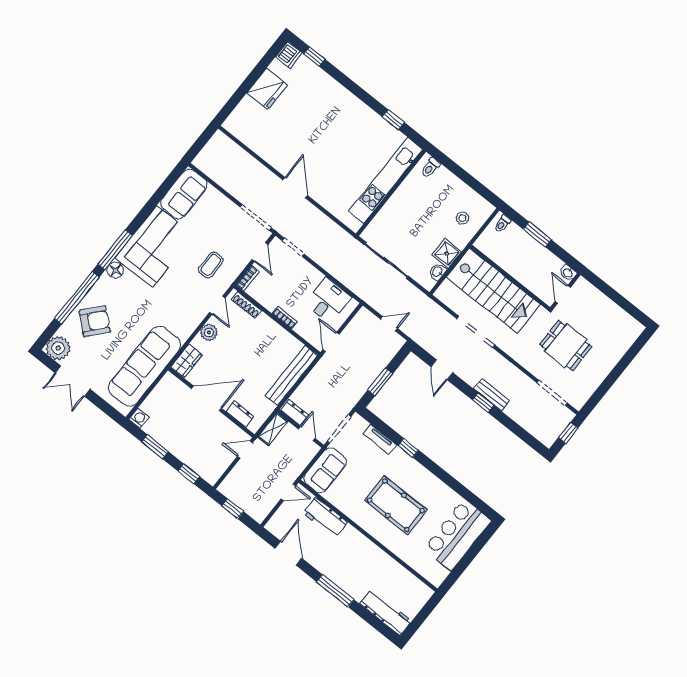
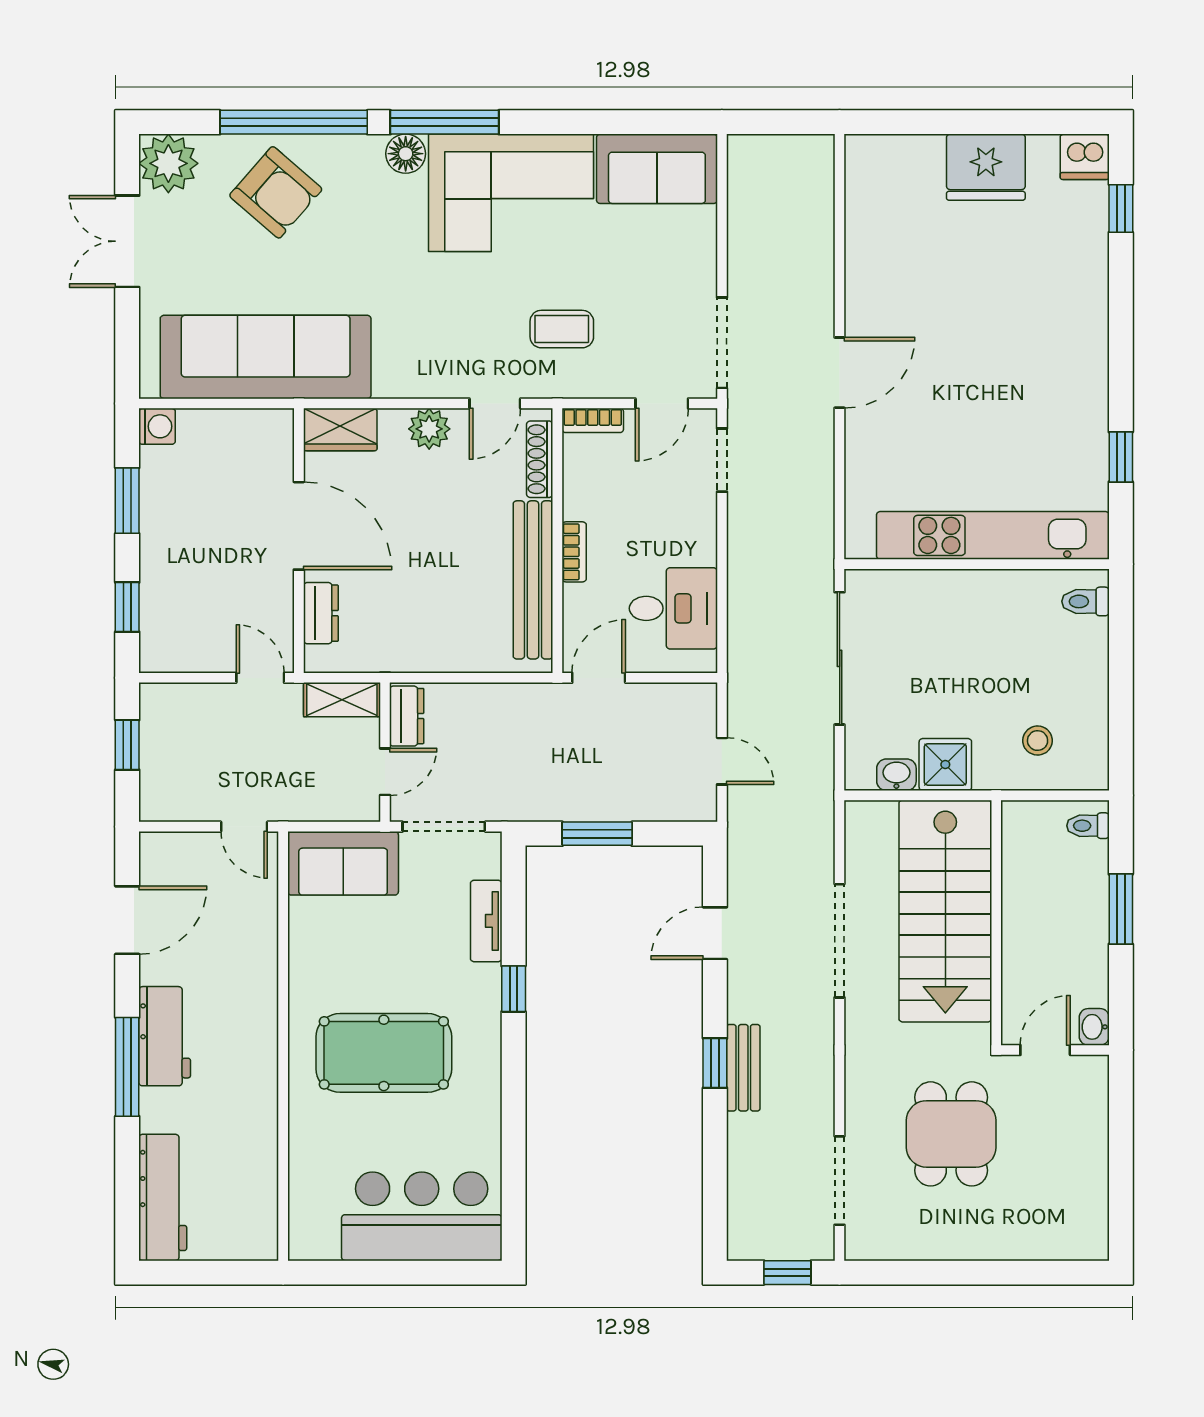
bench: (292, 375) -> (533, 580), moved, turned 90
pool table: (396, 505) -> (384, 1053), turned 90
workbench: (325, 517) -> (165, 1036), moved, turned 180

